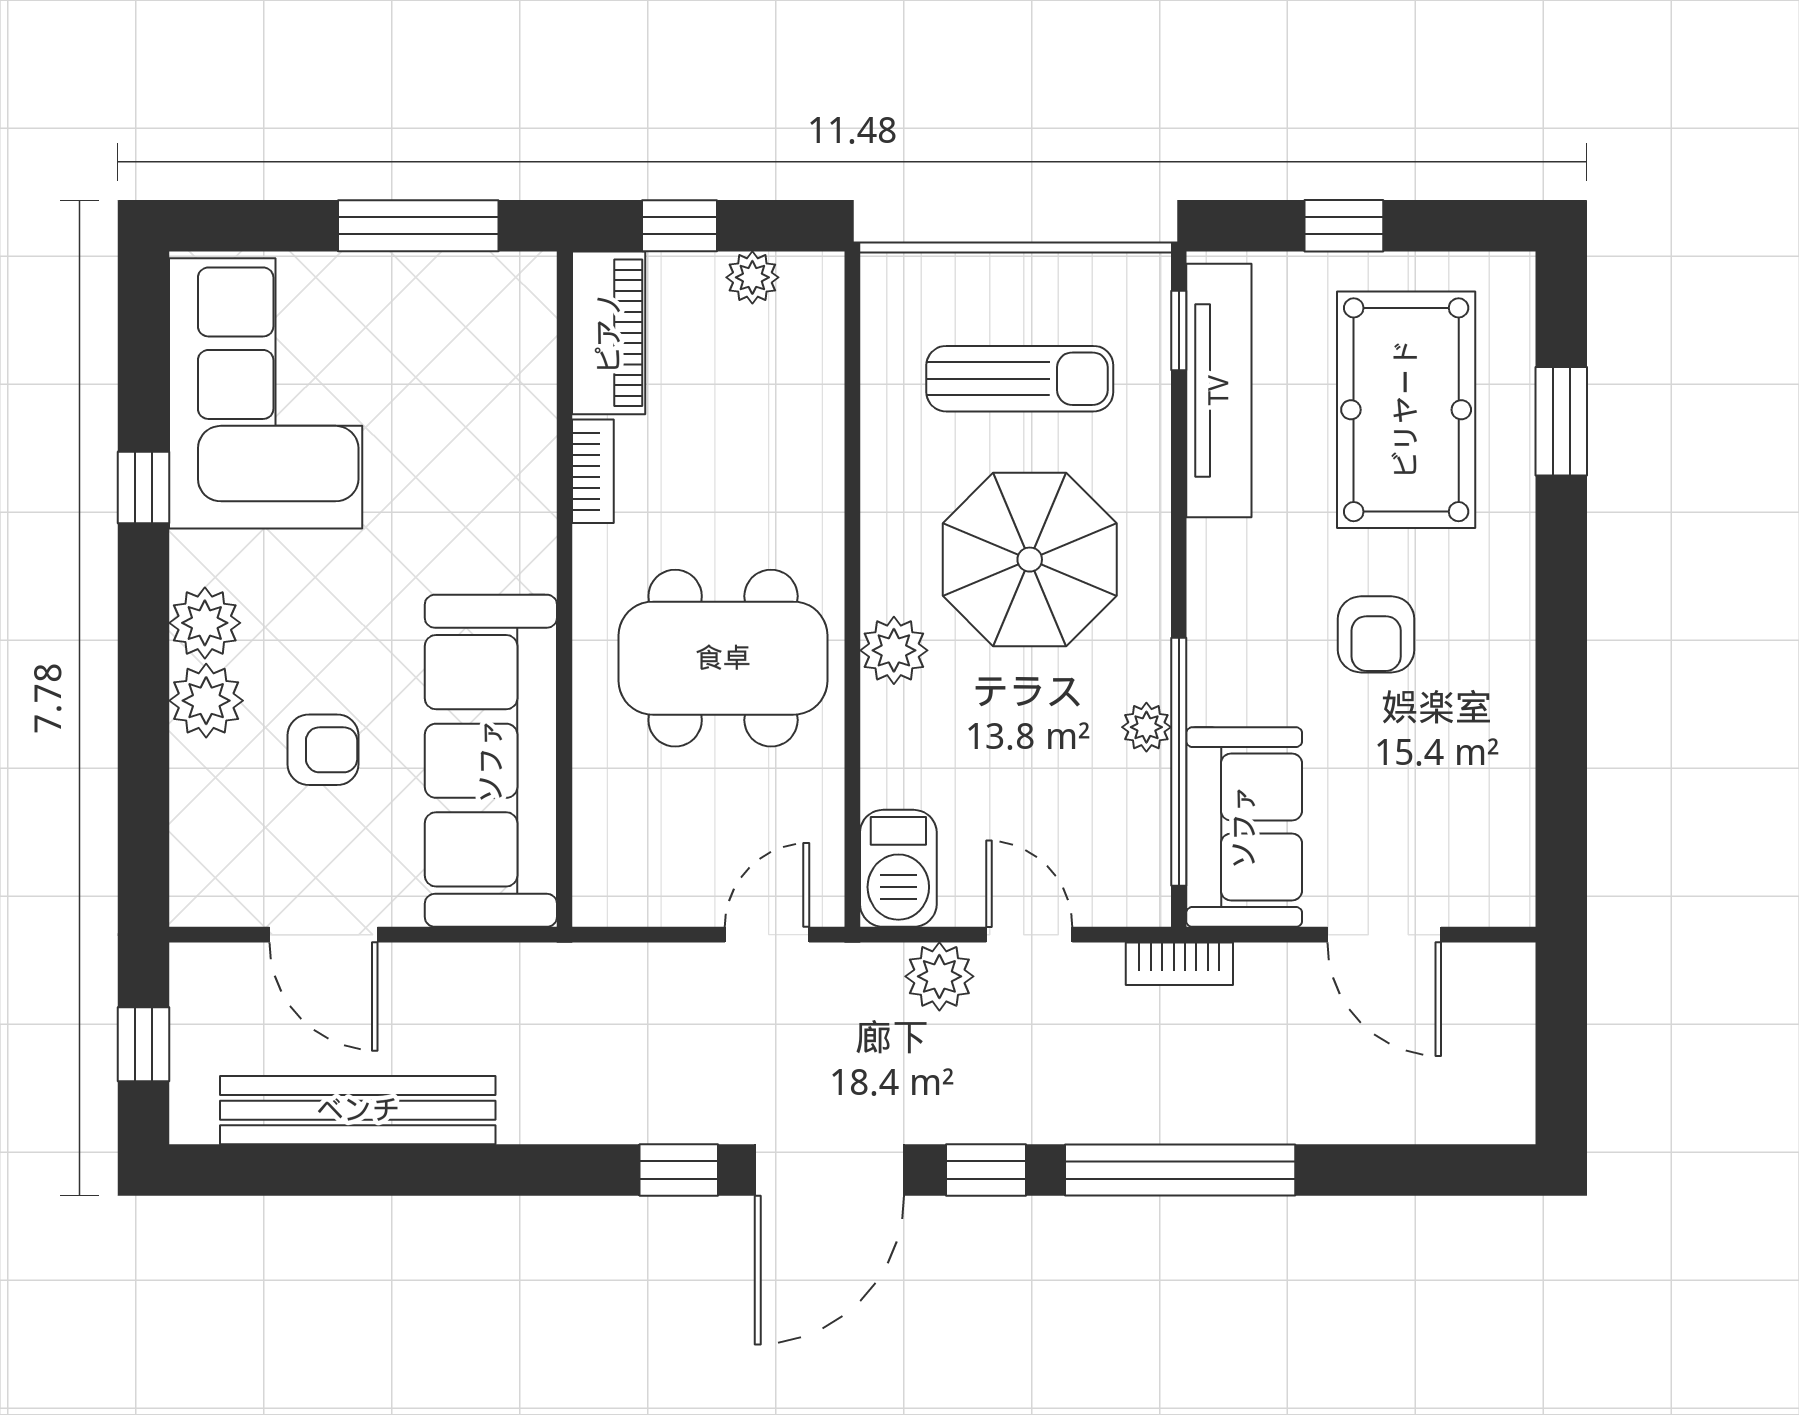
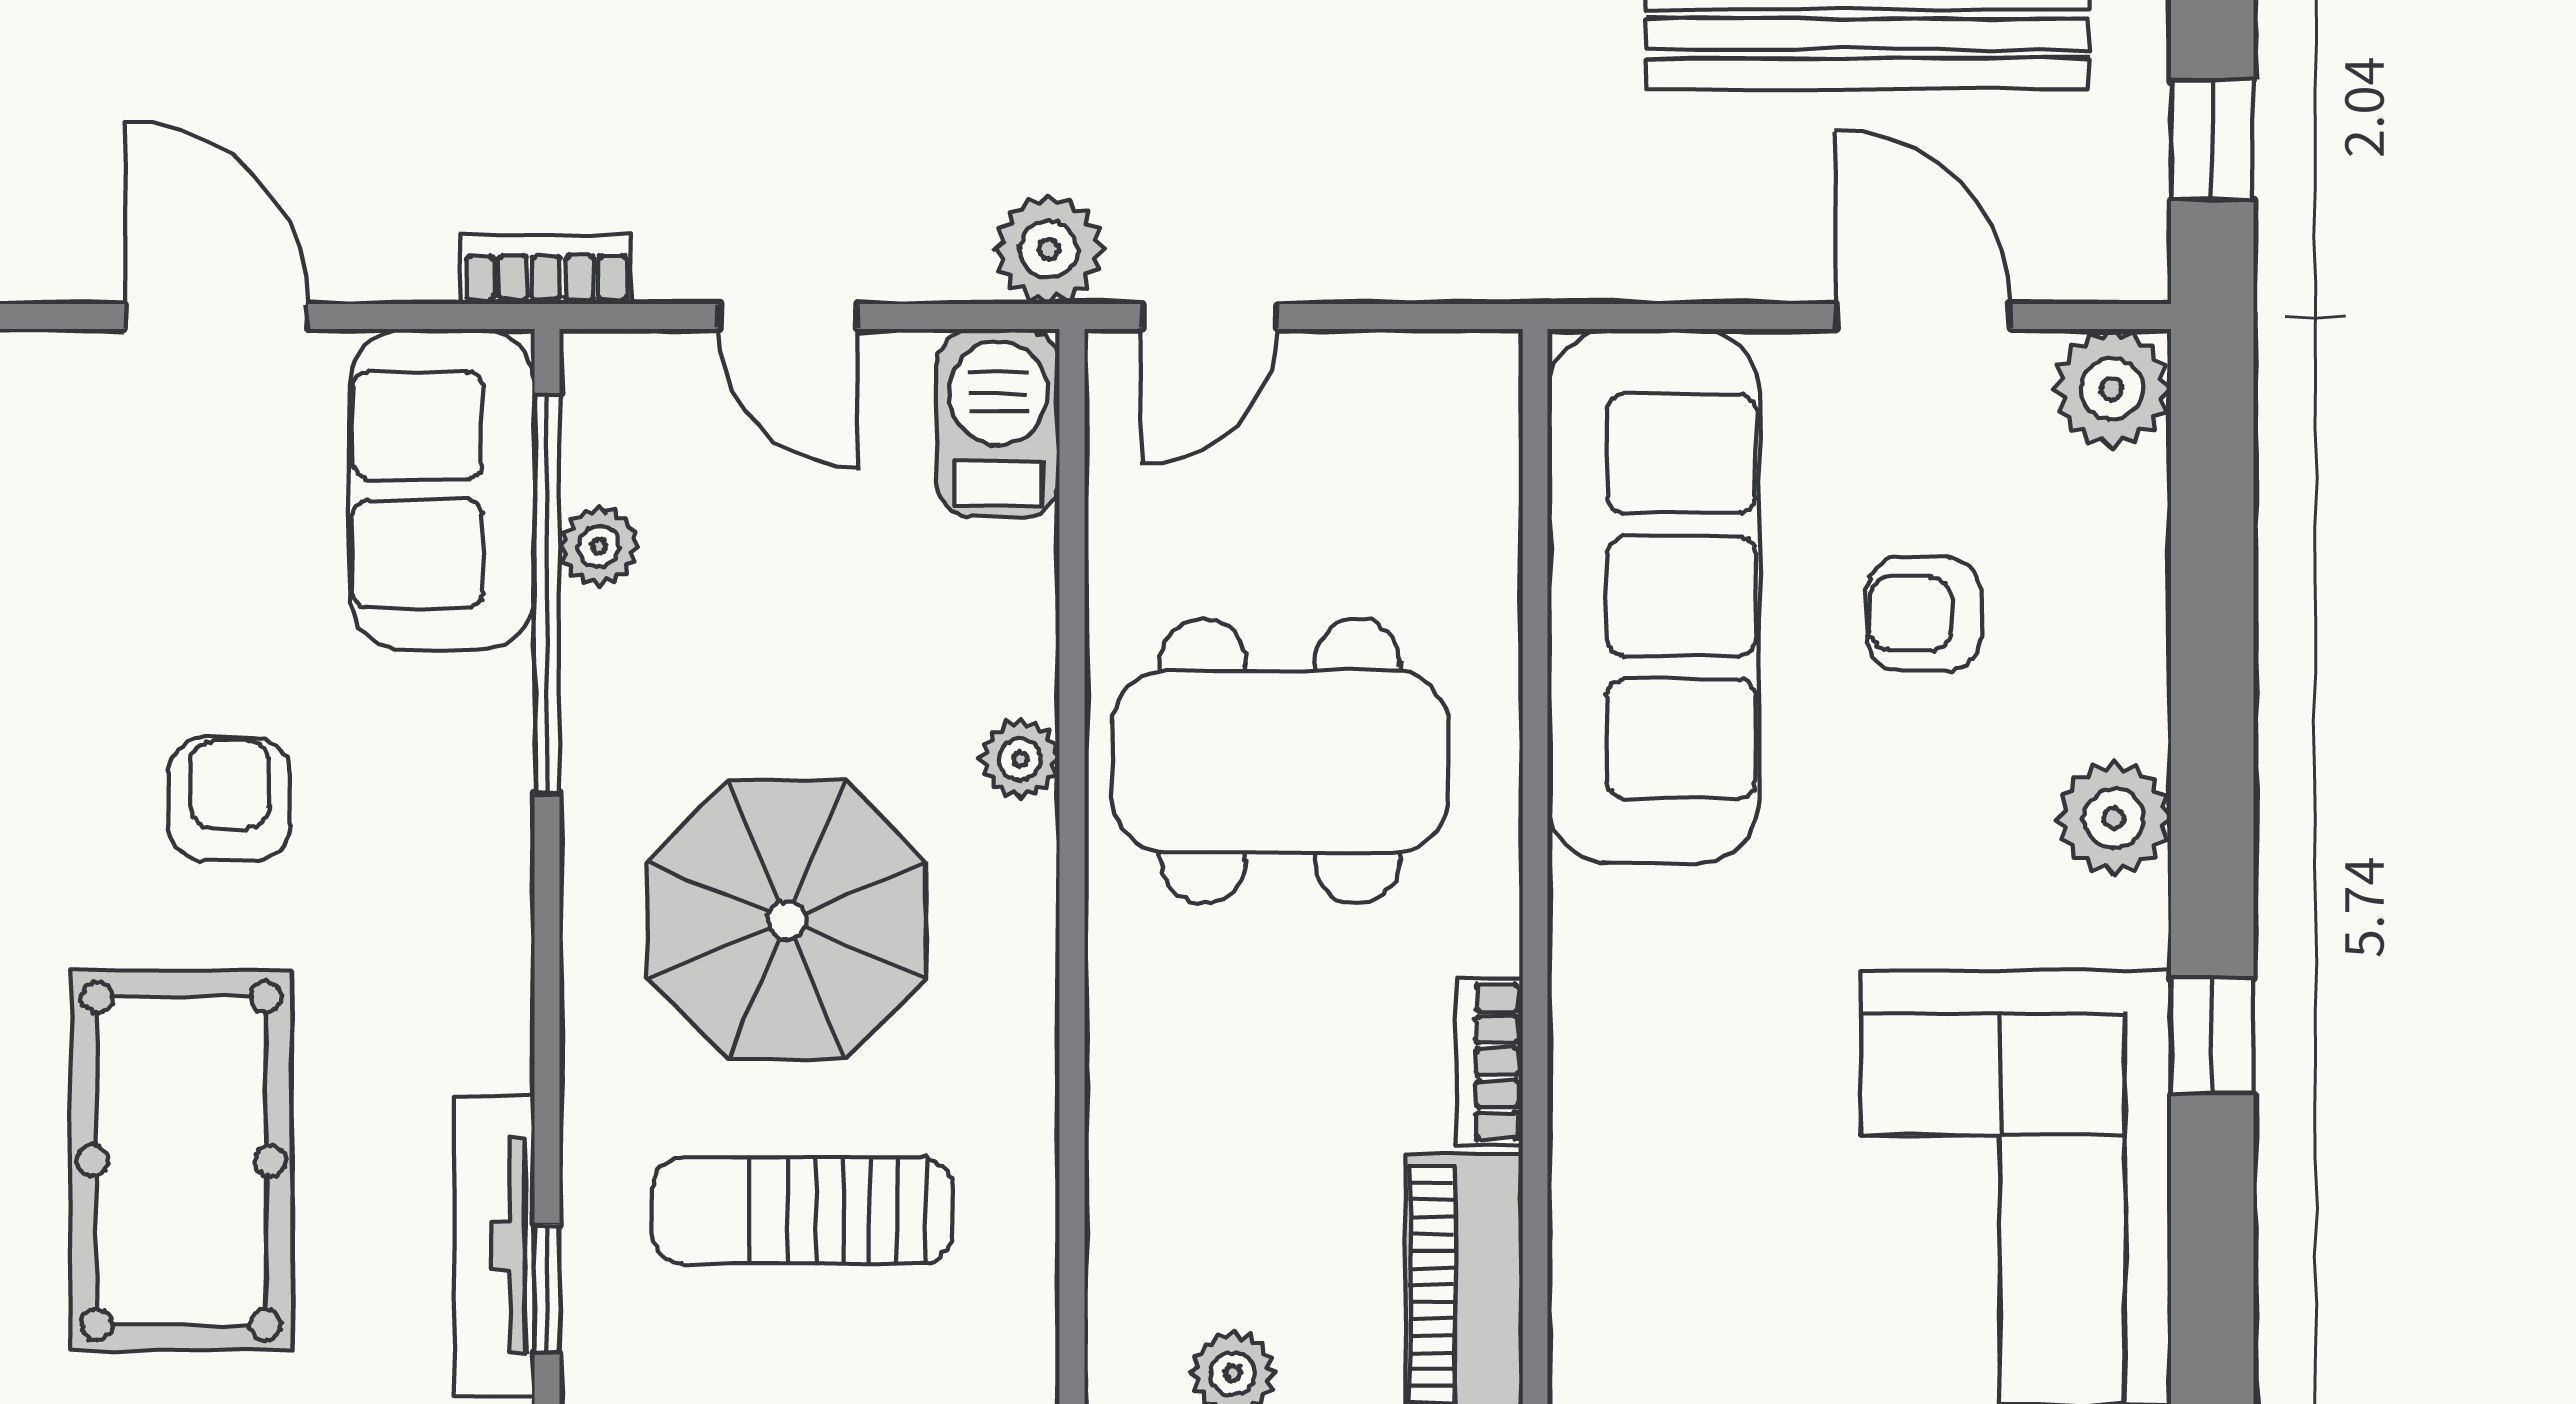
tv unit: (1219, 390) -> (494, 1246), width x0.73, depth x0.78
plant: (894, 650) -> (1020, 759), width x0.73, depth x0.73
plant: (206, 701) -> (2112, 388), moved
plant: (1146, 727) -> (599, 546), moved
plant: (939, 976) -> (1049, 249), moved

